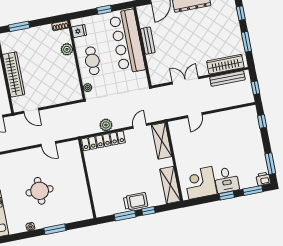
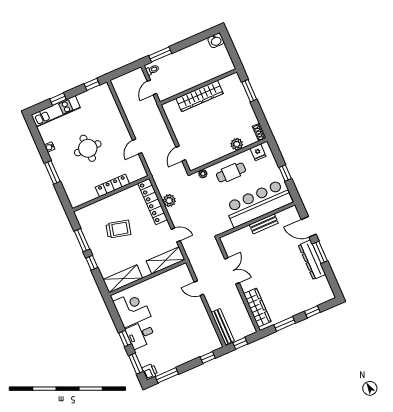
bench: (227, 78) -> (223, 327), moved
door: (31, 111) -> (181, 154), moved
locker: (80, 175) -> (112, 185), added
trolley: (136, 201) -> (118, 229), moved, turned -76

